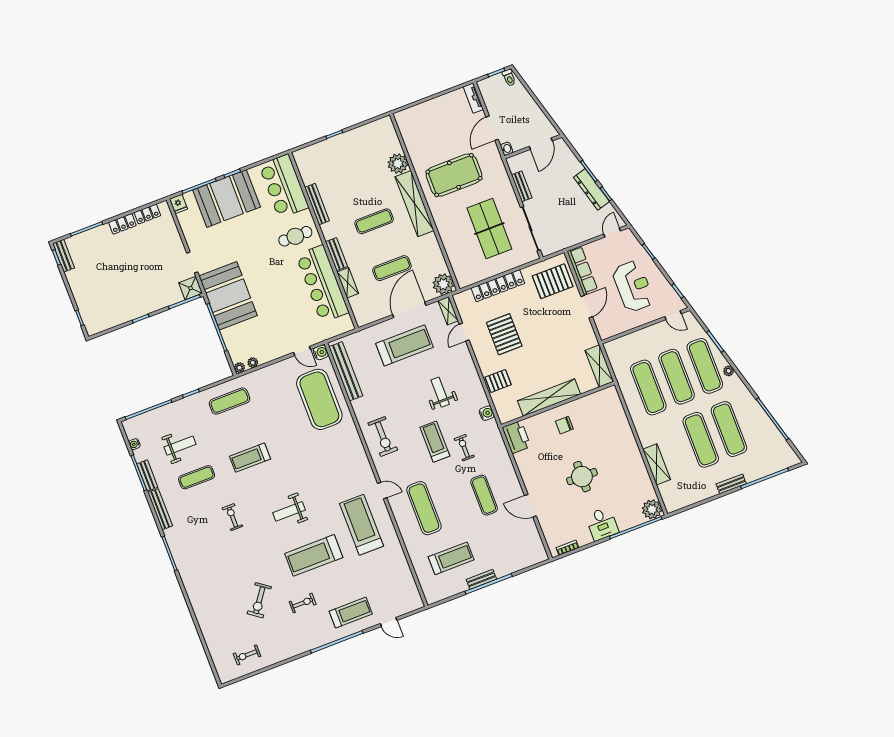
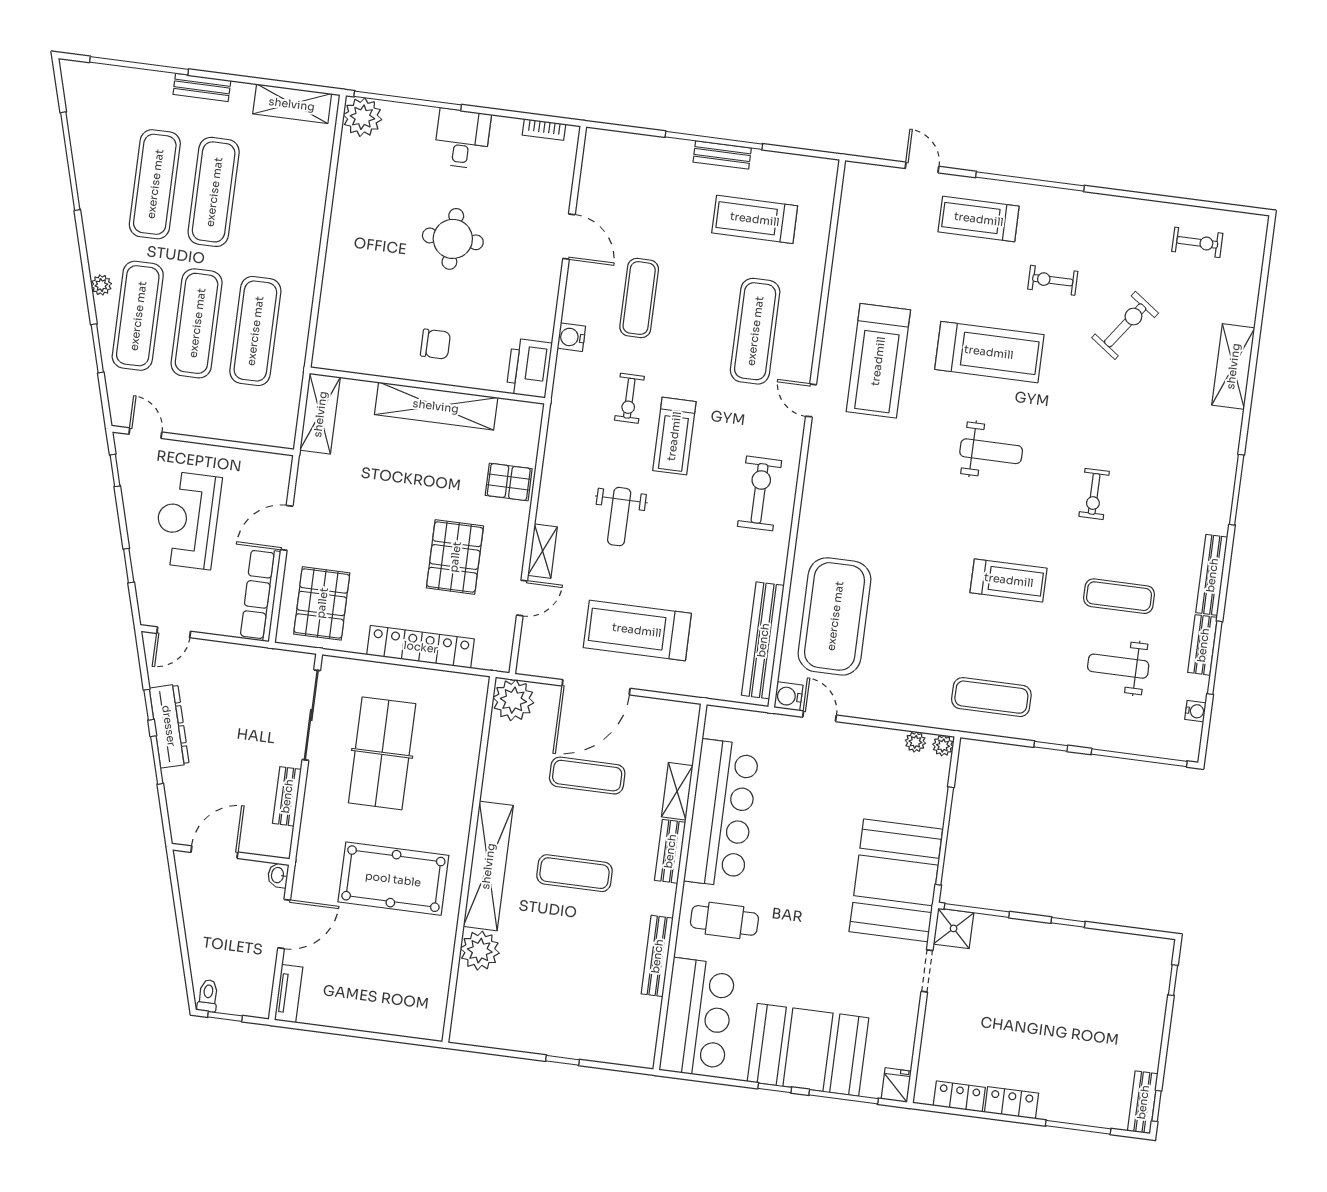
pallet: (553, 281) -> (322, 603), turned 90
shelving: (448, 311) -> (543, 551), moved
water cooler: (487, 413) -> (571, 337), moved
shelving: (657, 464) -> (292, 104), moved, turned 90
shelving: (201, 608) -> (1233, 366), added

